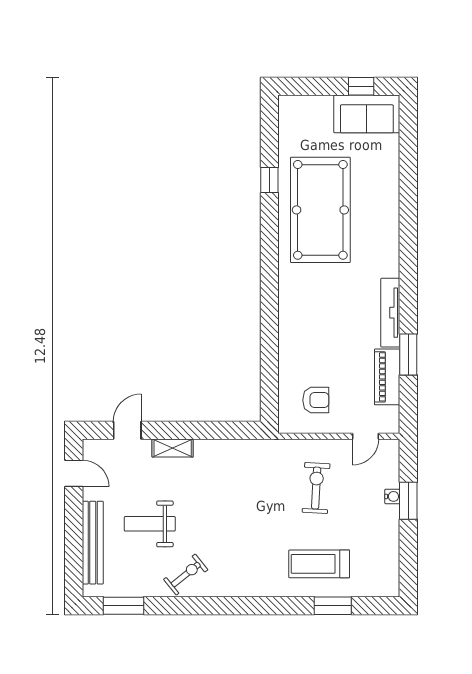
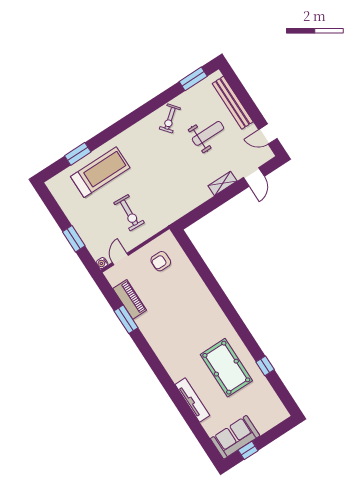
pool table: (320, 210) -> (226, 368), width x0.73, depth x0.76
tv unit: (390, 313) -> (192, 400), moved
water cooler: (392, 496) -> (102, 263), moved
treadmill: (319, 564) -> (100, 172), width x1.37, depth x1.38

